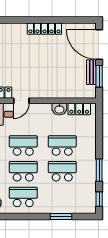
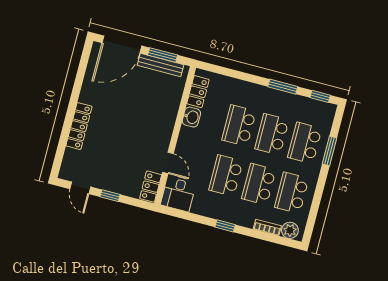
locker: (44, 29) -> (79, 126), moved
bench: (91, 72) -> (161, 65), width x1.36
school desk: (62, 197) -> (305, 143), added

